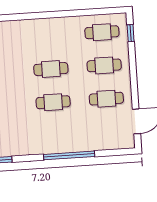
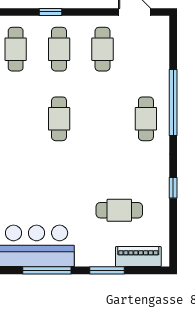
window: (131, 33) -> (50, 12), moved
cafe table: (53, 102) -> (146, 119), moved

